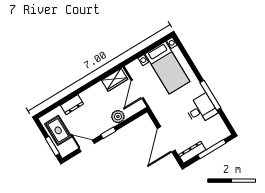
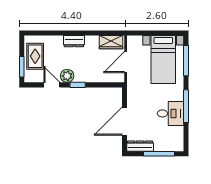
window: (187, 57) -> (186, 61), added
dresser: (72, 105) -> (74, 41), moved
plant: (118, 117) -> (67, 76), moved

